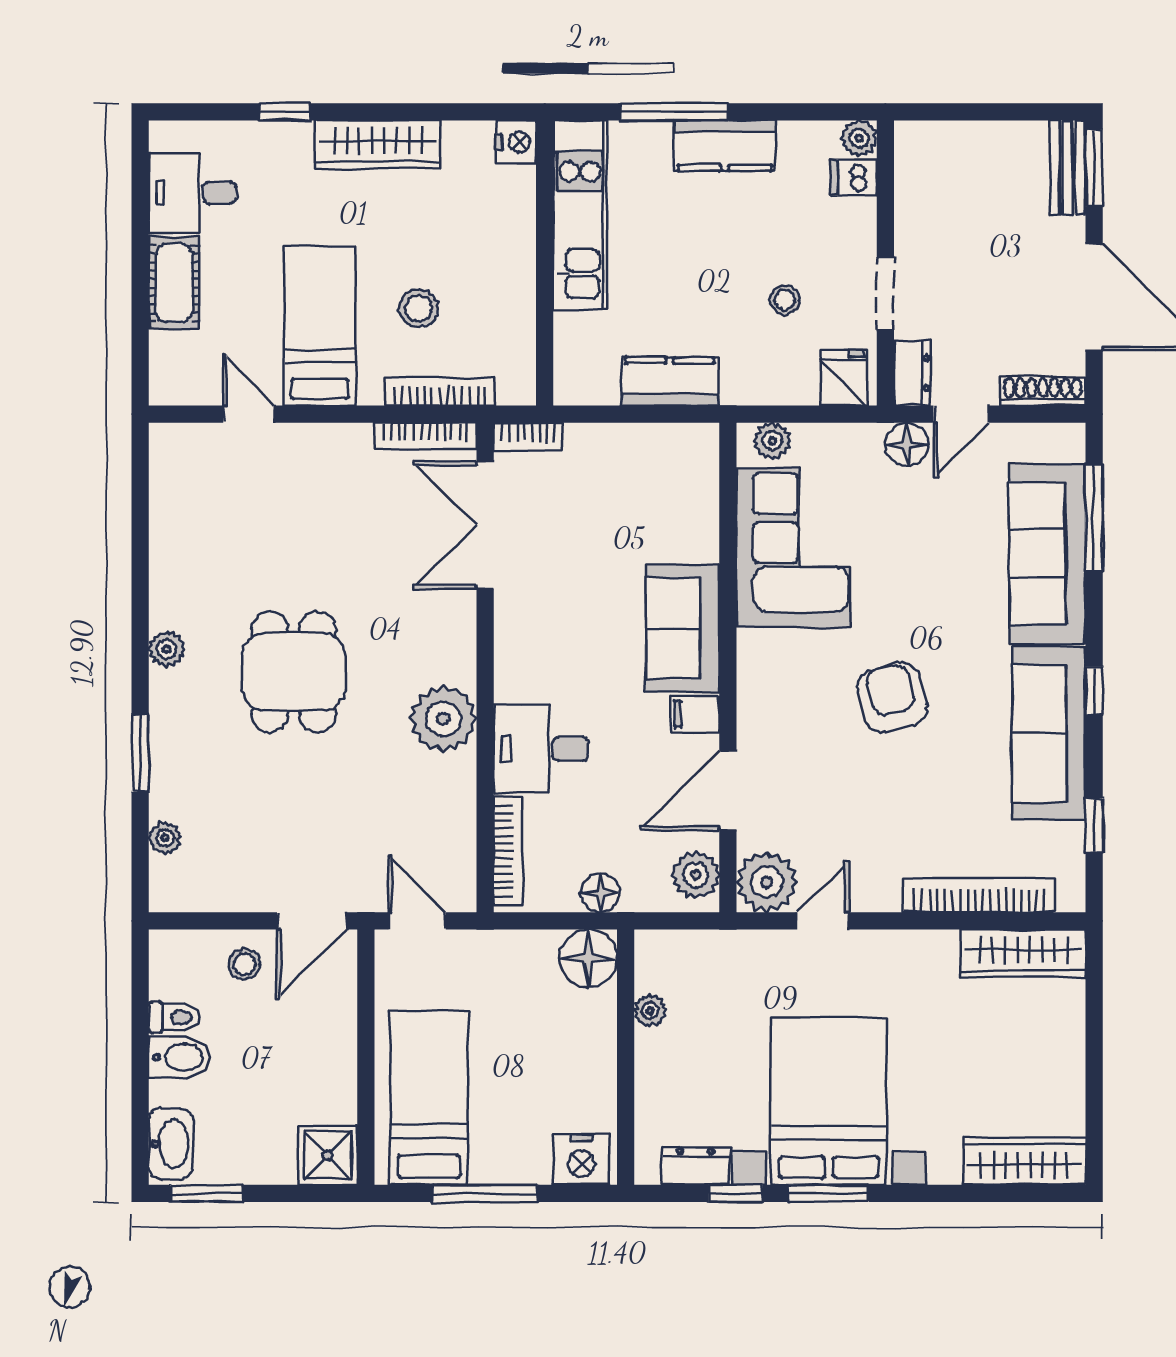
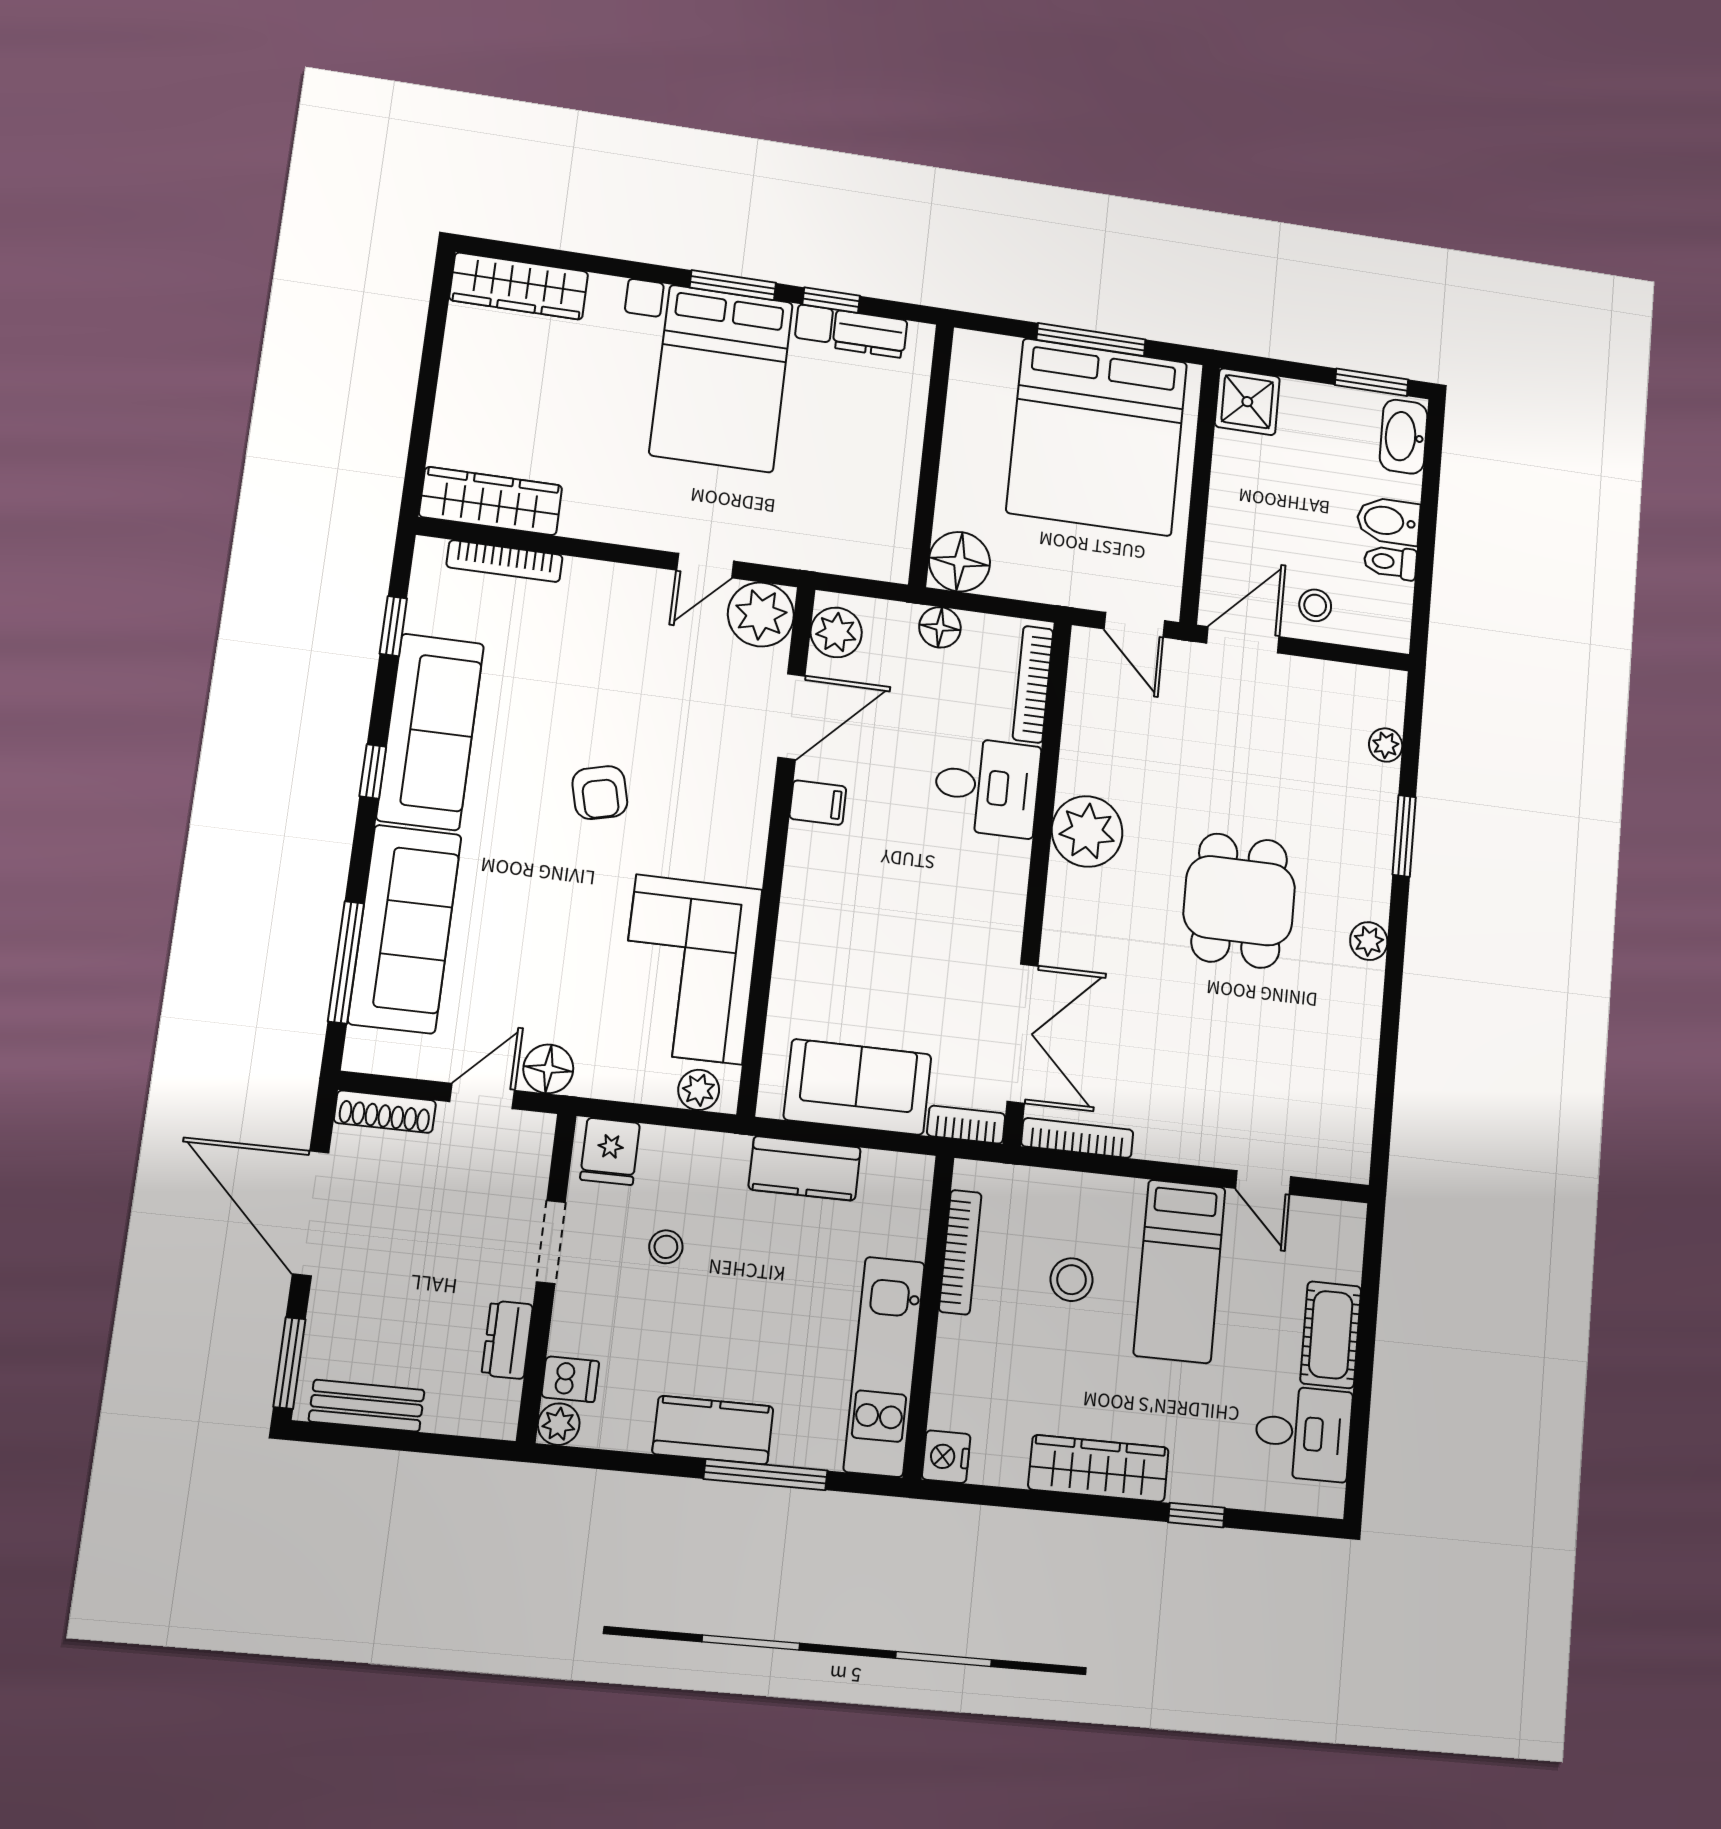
bench: (1068, 167) -> (367, 1406), moved, turned 90
dresser: (912, 373) -> (507, 1340), moved
bookcase: (440, 392) -> (960, 1252), moved, turned -90
sofa: (683, 628) -> (858, 1087), moved, turned -90
armchair: (892, 698) -> (600, 793), width x0.72, depth x0.72
bookcase: (979, 895) -> (505, 561), width x0.68, depth x0.76
plant: (650, 1011) -> (900, 499), removed
bed: (429, 1098) -> (1097, 437), width x2.04
nightstand: (581, 1160) -> (988, 358), removed

